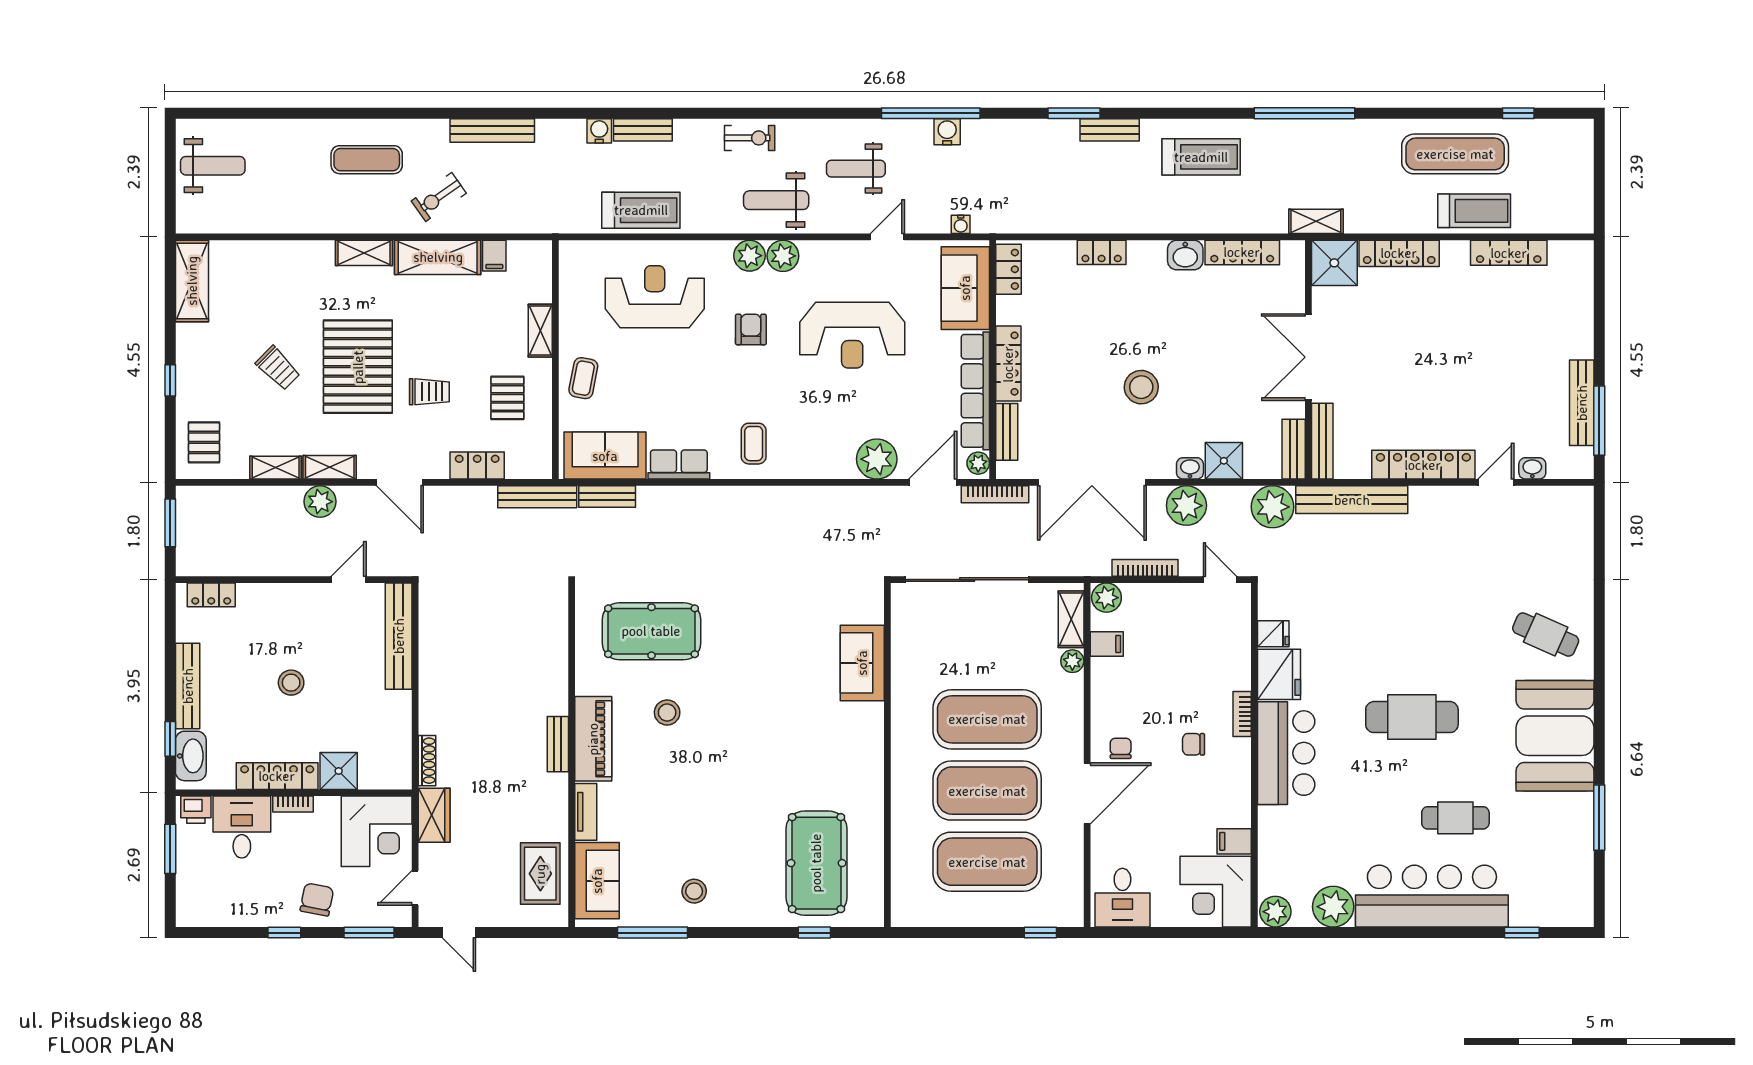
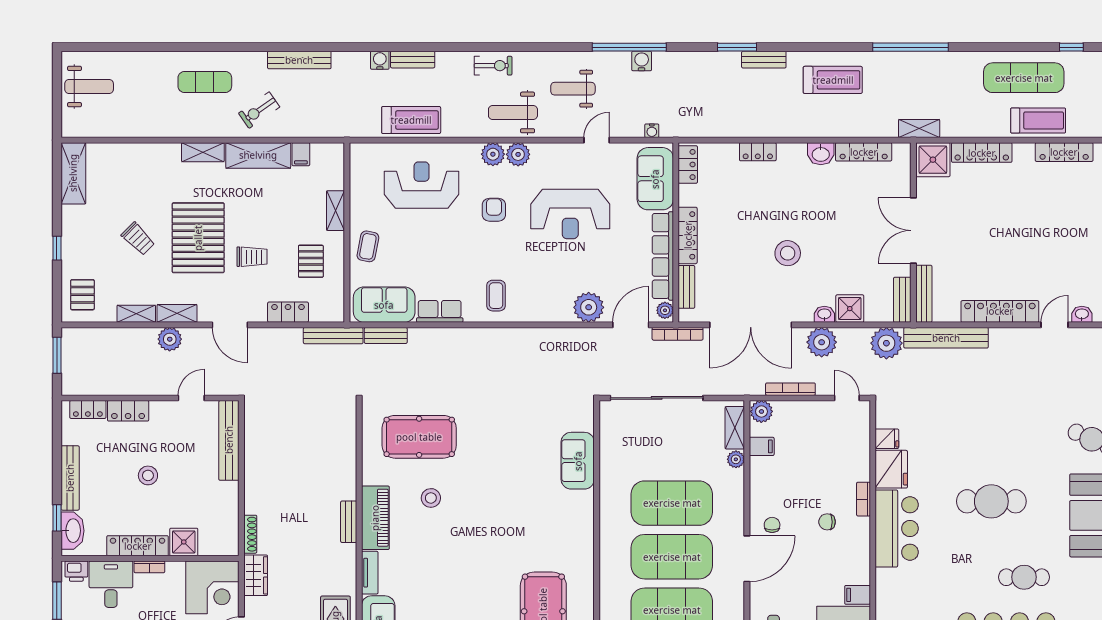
locker: (265, 597) -> (128, 411), added

